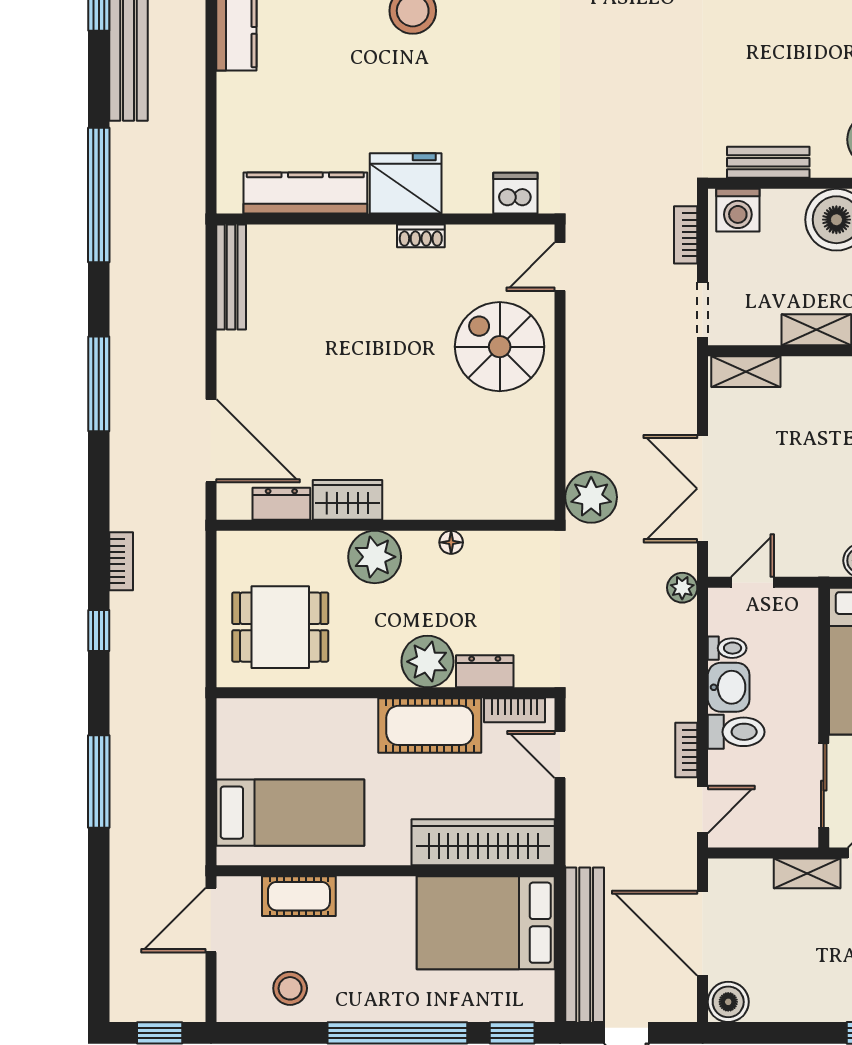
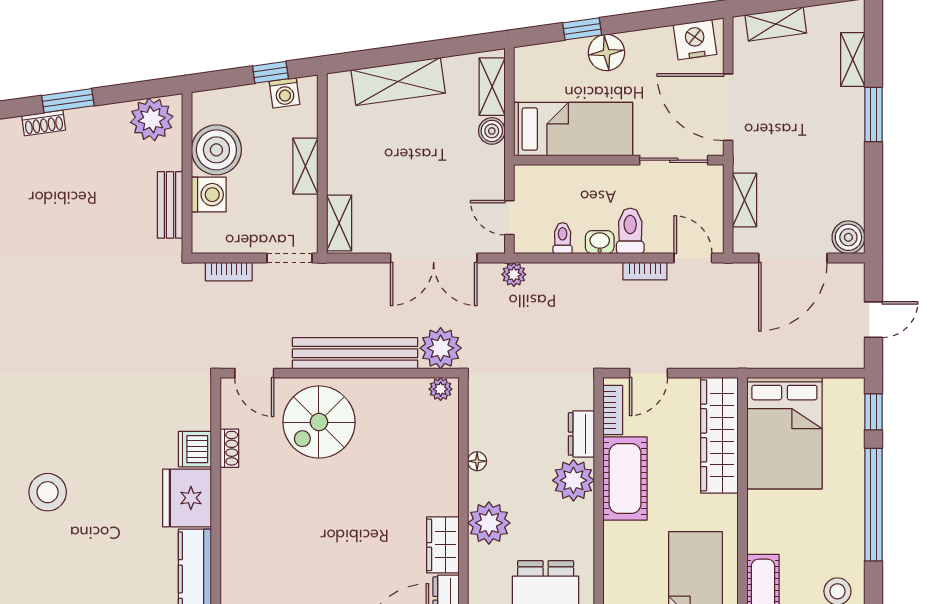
dishwasher: (515, 193) -> (195, 449), moved
washing machine: (738, 210) -> (209, 195), moved
shoe rack: (421, 236) -> (229, 448), moved
plant: (540, 497) -> (441, 389), added
washbasin: (729, 687) -> (600, 242), width x0.72, depth x0.69
shelving: (807, 873) -> (745, 200), moved
bench: (585, 945) -> (355, 353), moved

